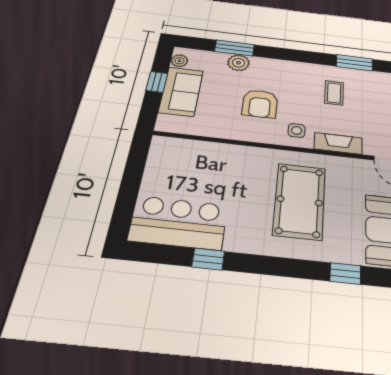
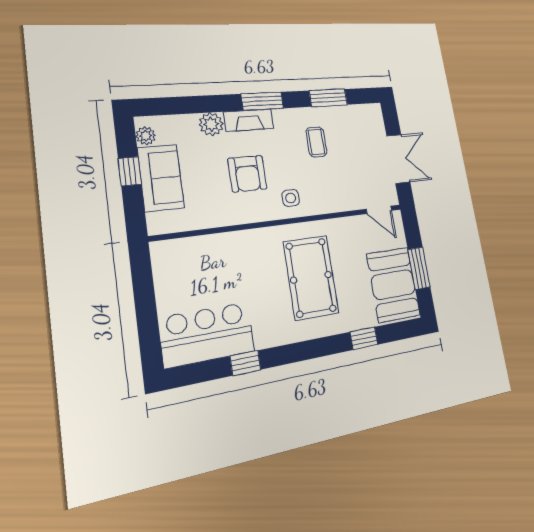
window: (234, 48) -> (262, 101), moved
fireplace: (338, 143) -> (249, 120), moved, turned 180

